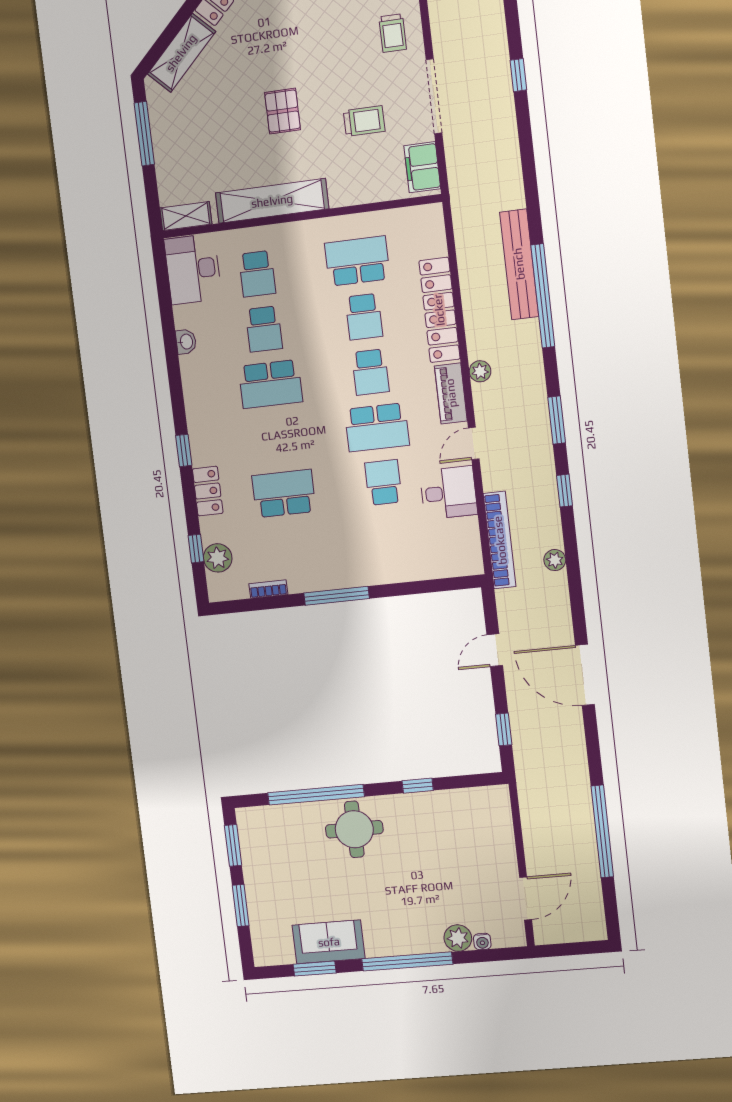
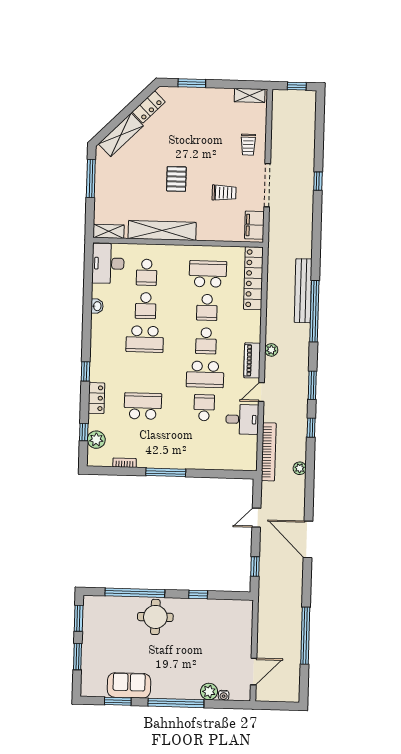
locker: (439, 310) -> (253, 278), moved

